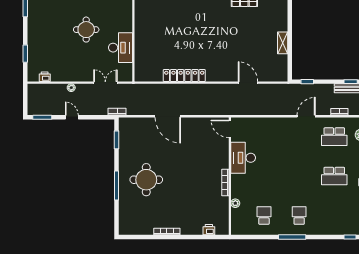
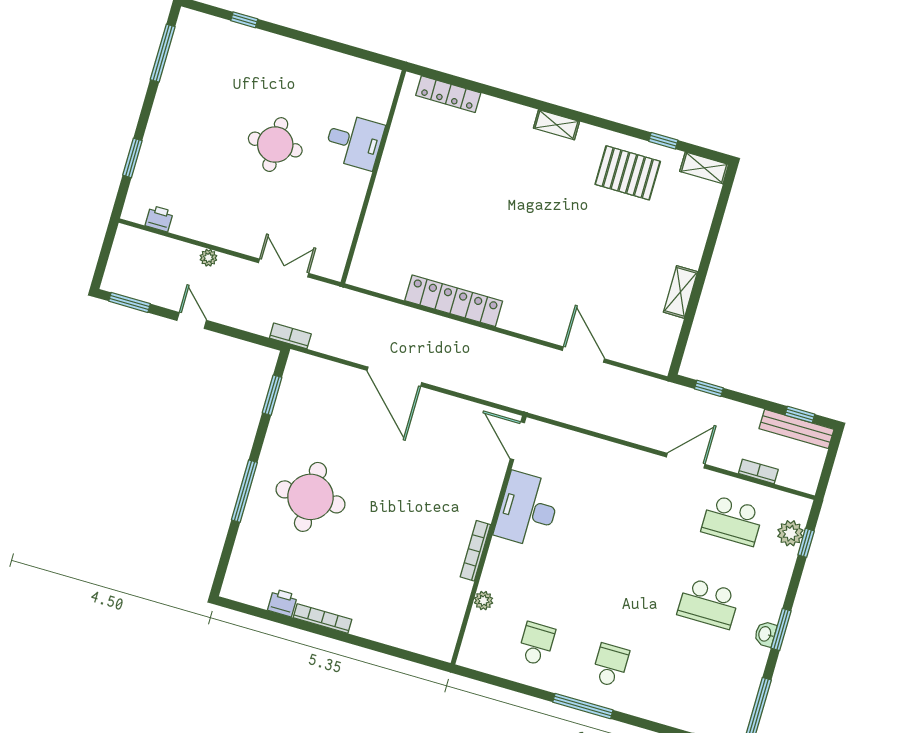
desk: (120, 48) -> (354, 141), moved, width x0.73
printer: (209, 230) -> (282, 603), moved

